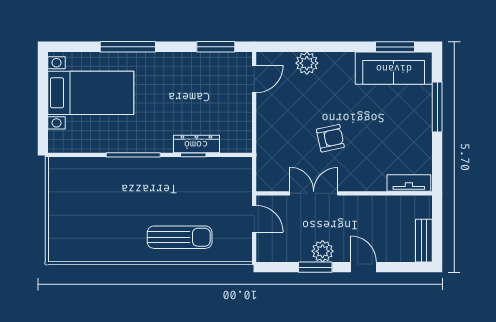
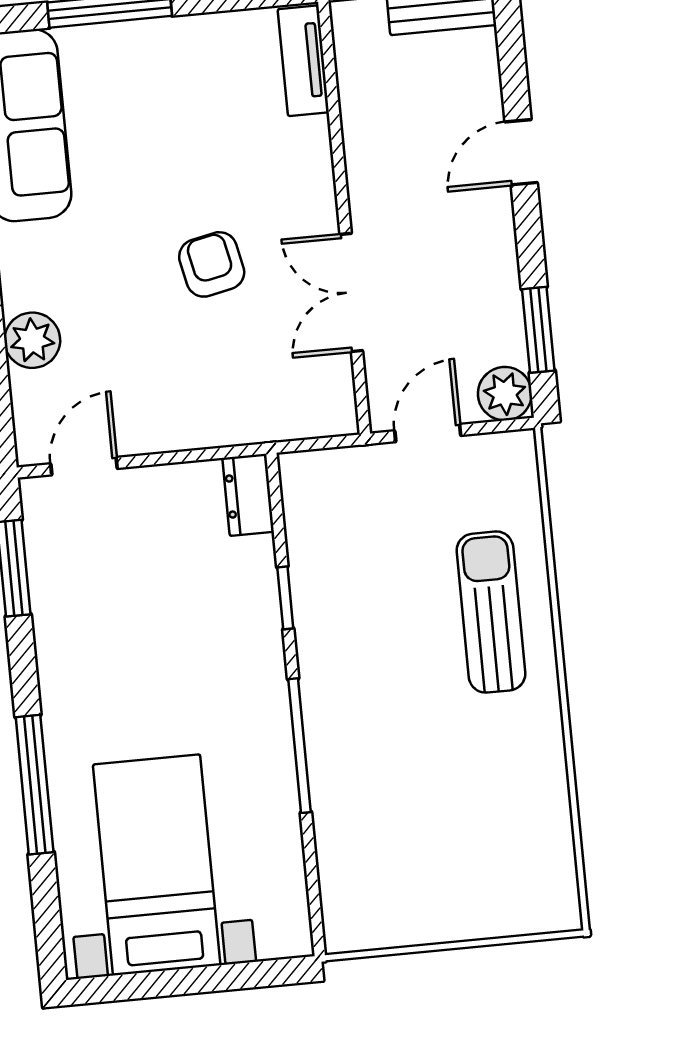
door: (254, 79) -> (84, 466), hinge flipped
dresser: (196, 144) -> (248, 495), moved, width x0.70
plant: (323, 251) -> (505, 394), moved
window: (315, 267) -> (538, 330), moved

